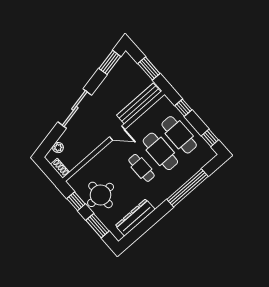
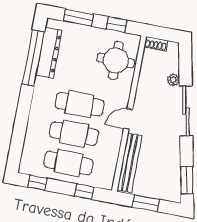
plant: (58, 148) -> (173, 80), moved
cafe table: (141, 168) -> (80, 104), width x1.37, depth x1.35
window: (187, 188) -> (33, 58), moved
round table: (101, 195) -> (116, 61), moved

